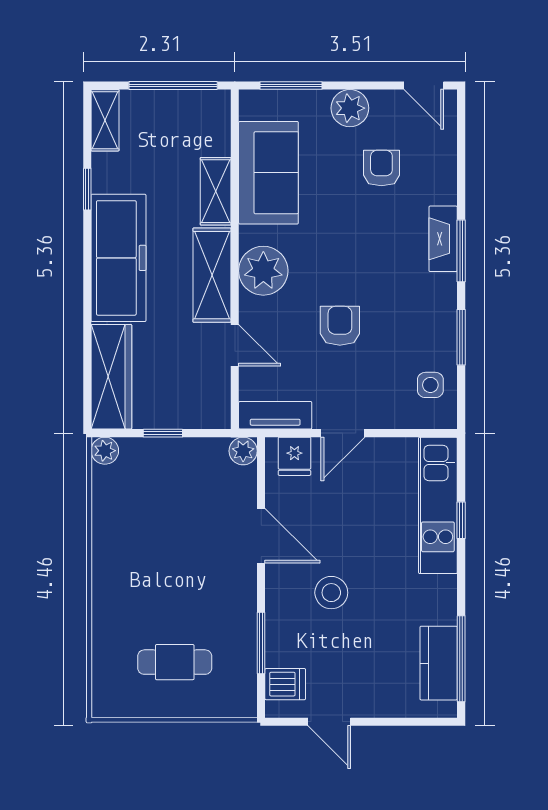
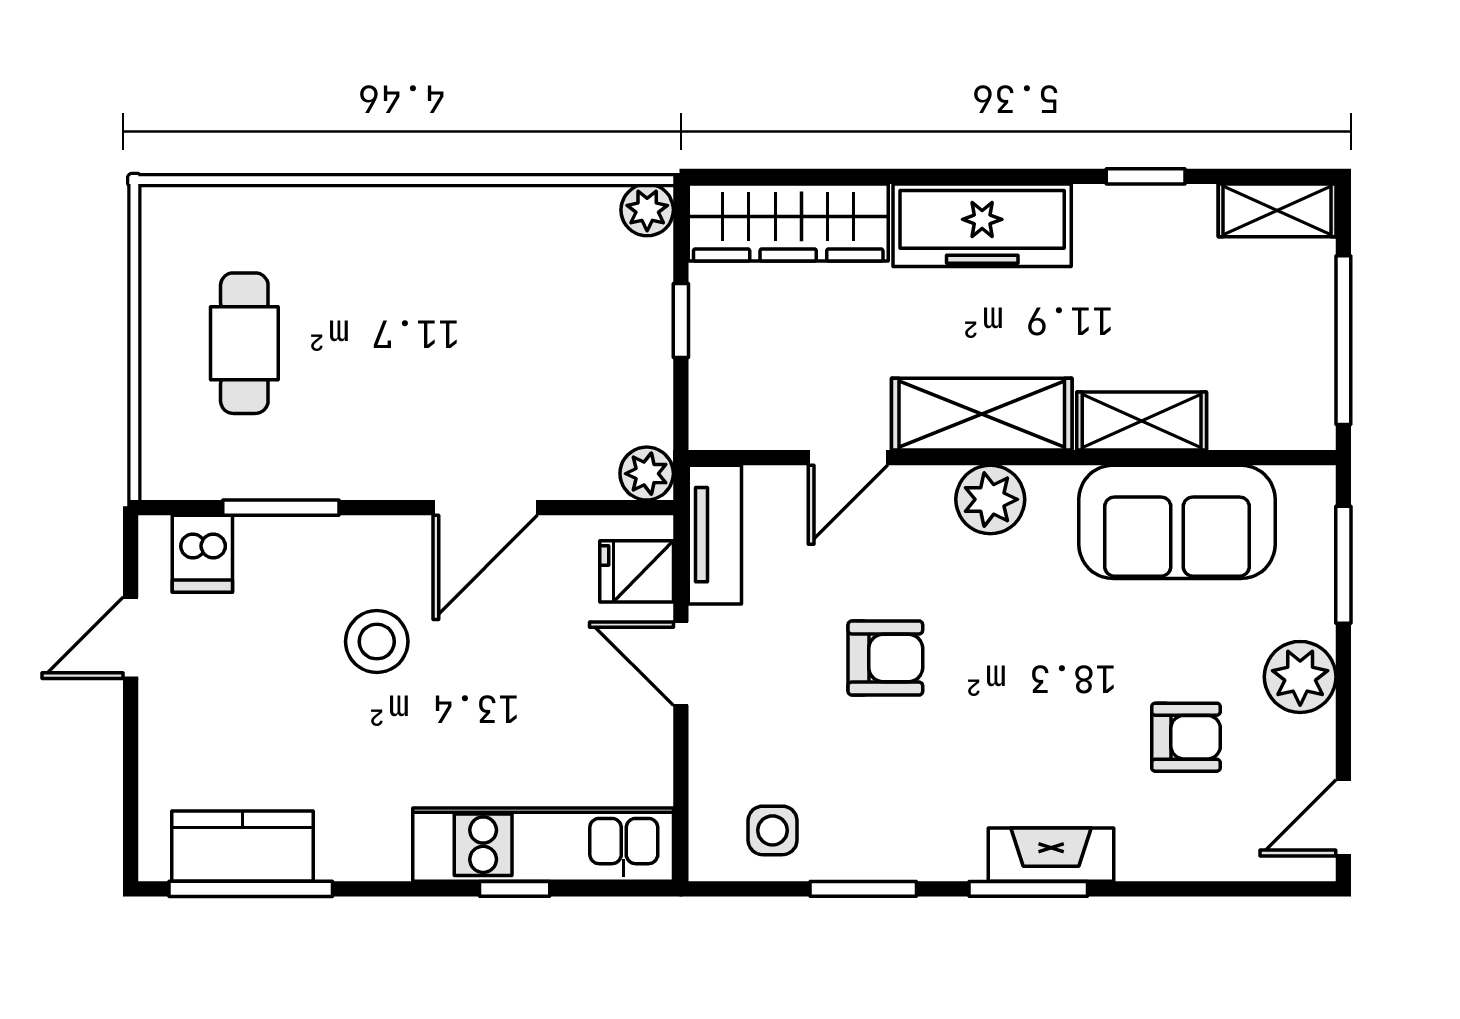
freezer: (119, 258) -> (982, 225), width x0.73, depth x0.79
plant: (263, 271) -> (990, 499), width x0.73, depth x0.73

